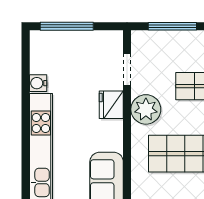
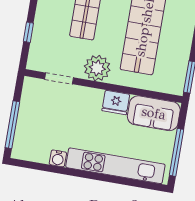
window: (172, 26) -> (28, 32), width x0.46
fridge: (111, 105) -> (116, 102), moved

